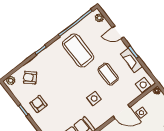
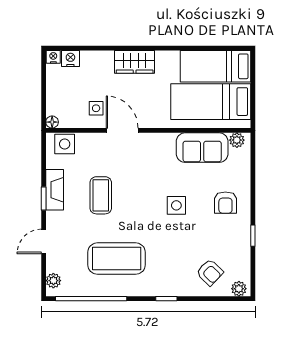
door: (118, 32) -> (44, 241), swing flipped
coffee table: (78, 51) -> (117, 259), turned 90
side table: (94, 98) -> (176, 205), moved
armchair: (38, 104) -> (225, 203), moved

